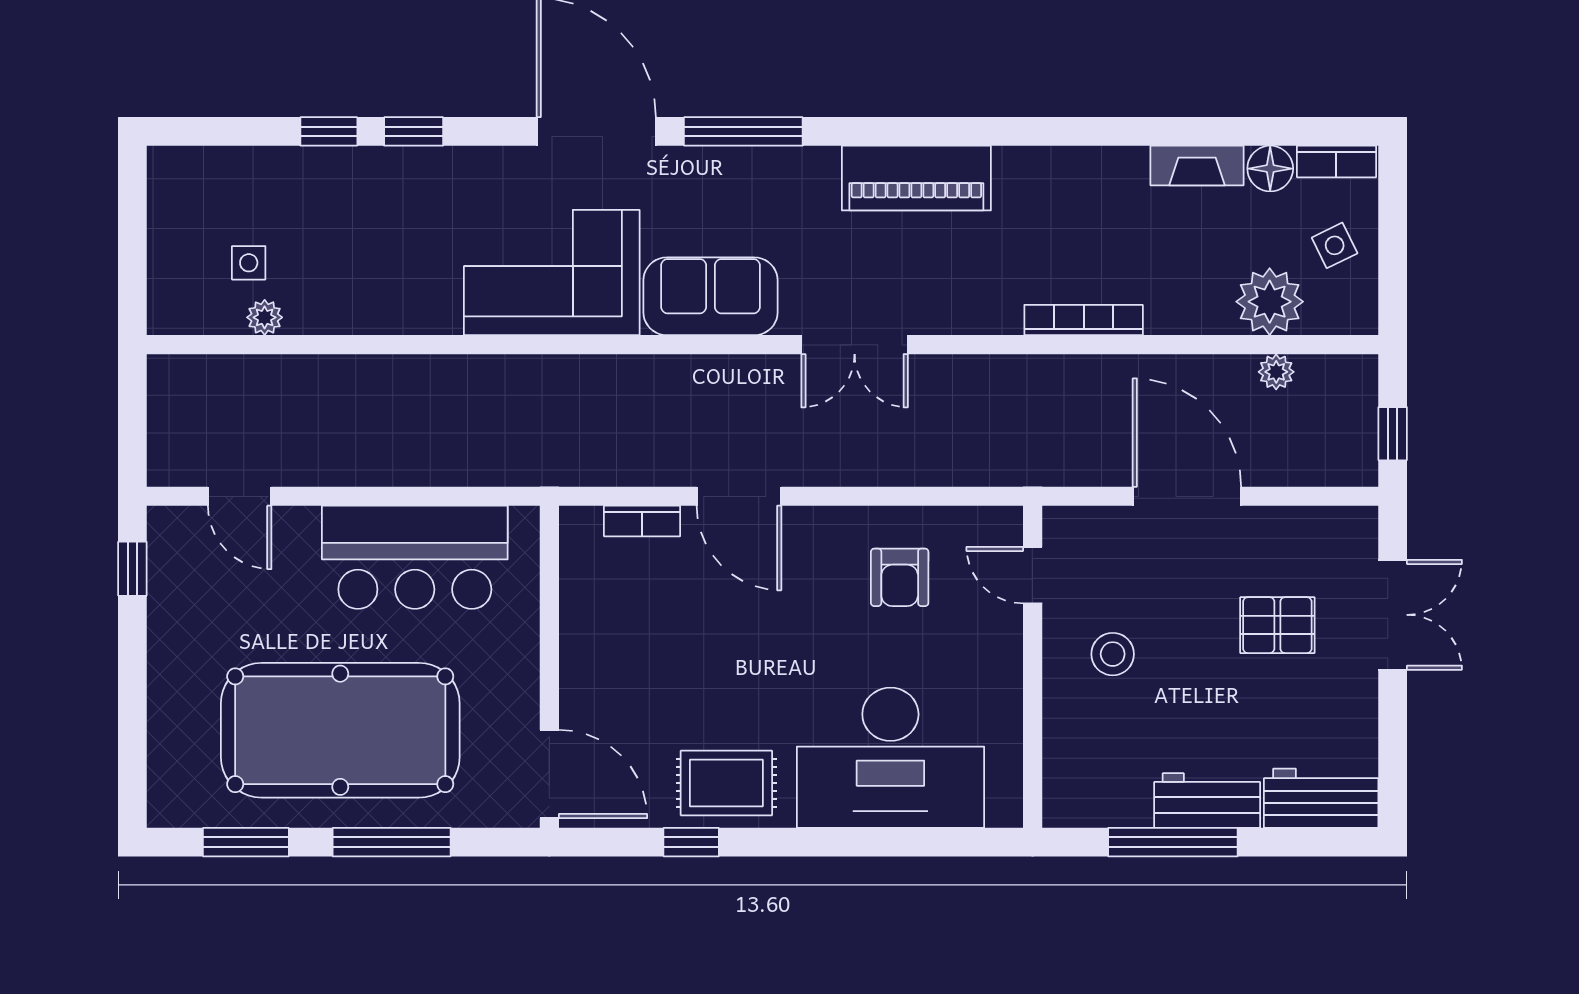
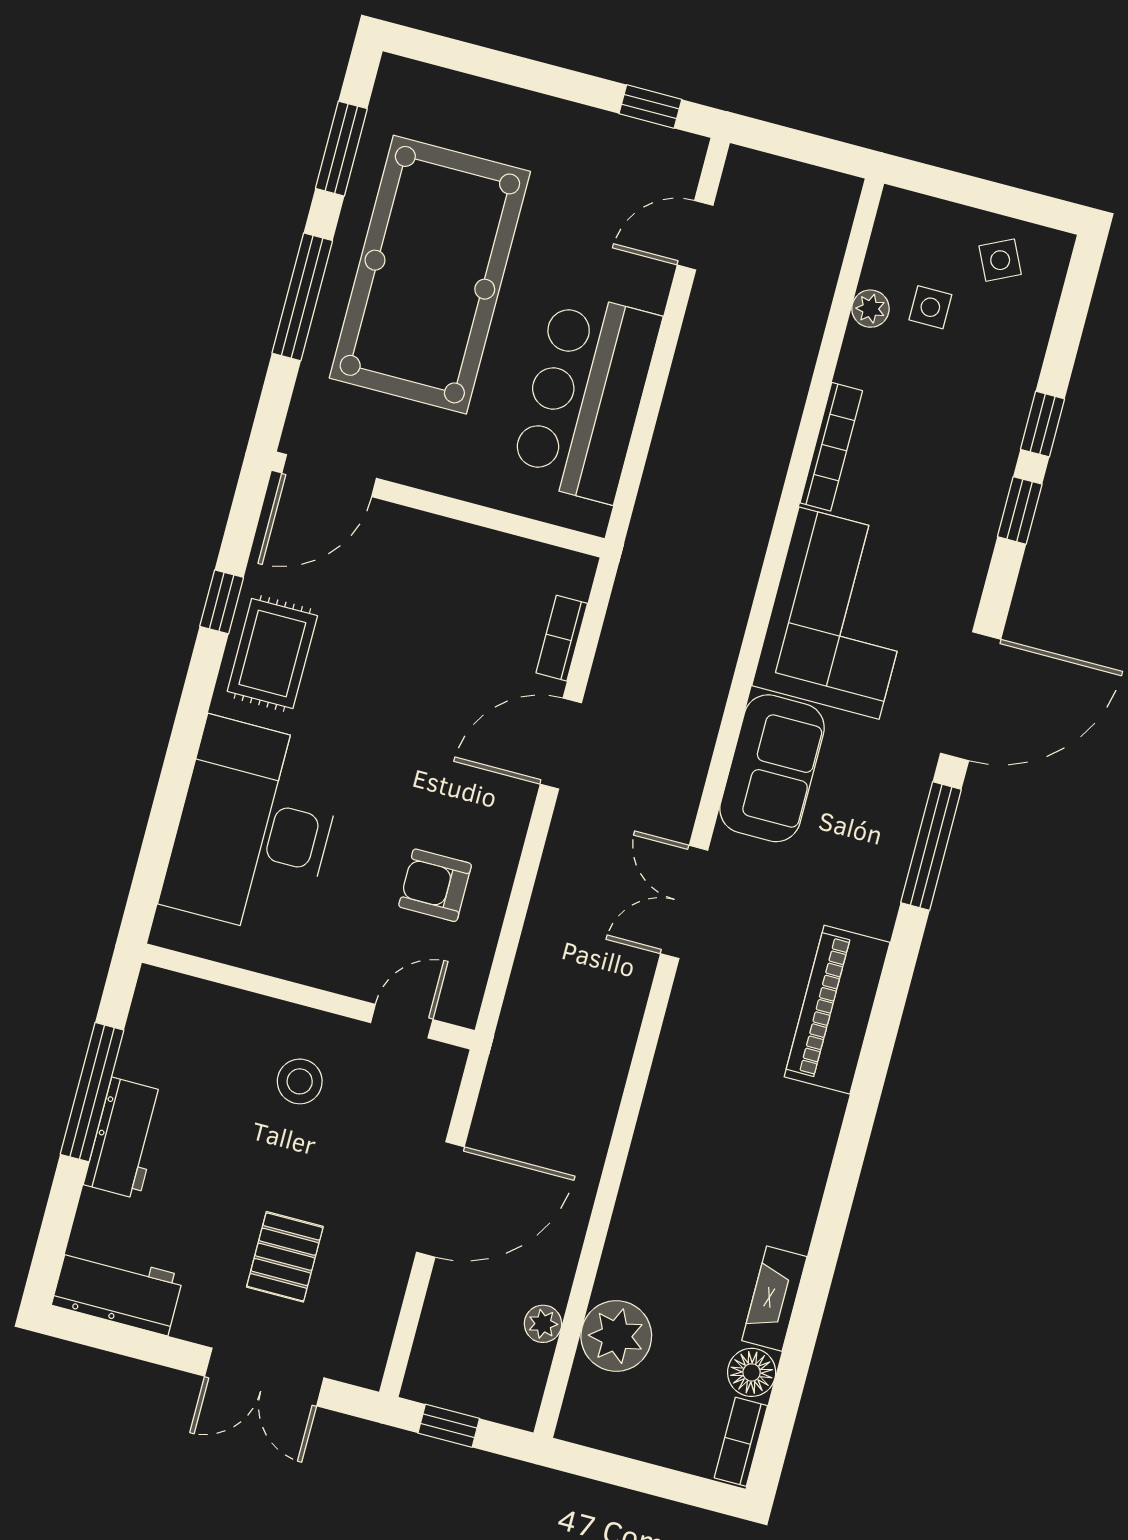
side table: (1335, 245) -> (1000, 260), moved
bookcase: (1084, 320) -> (831, 447), moved
workbench: (1321, 798) -> (118, 1291), moved, turned -90

